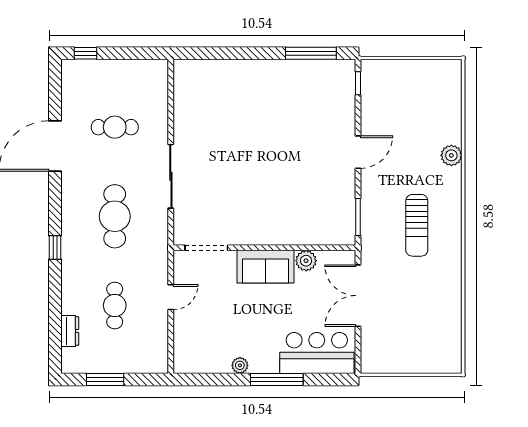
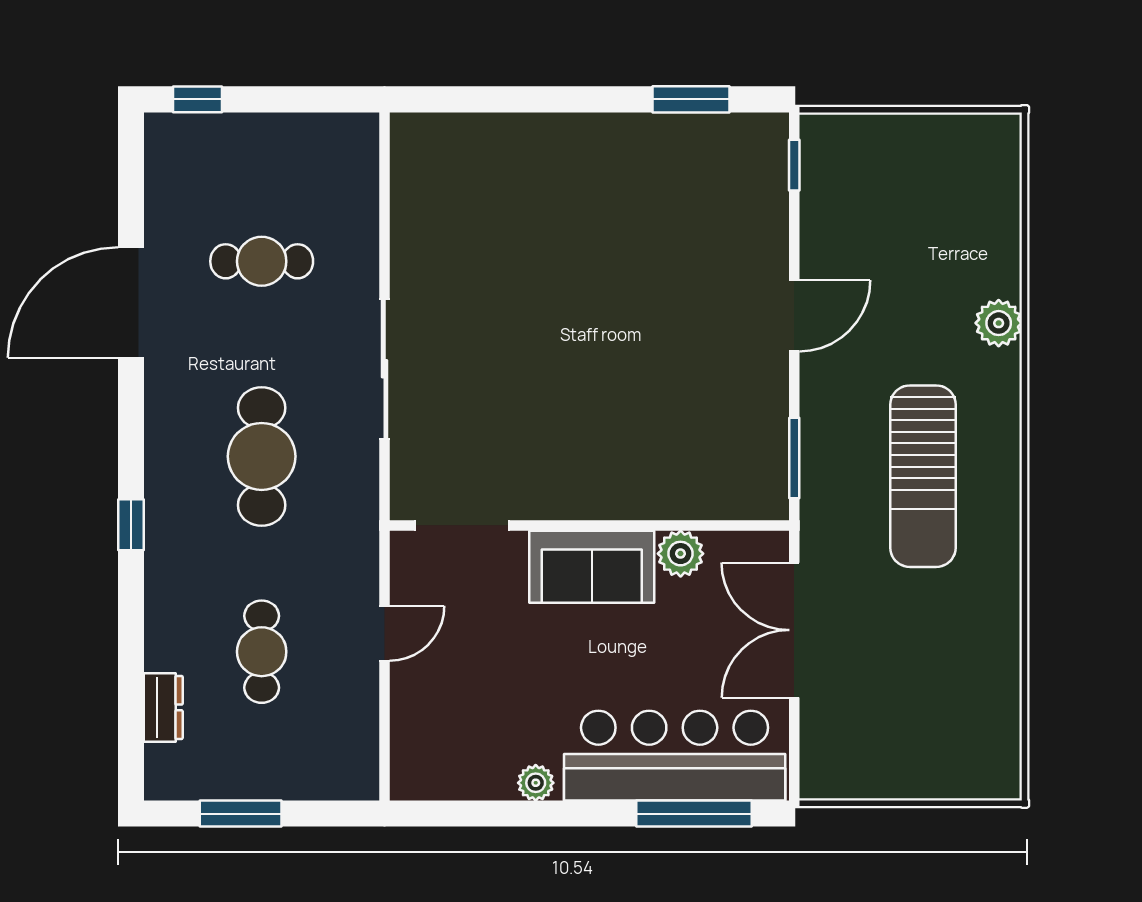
window: (311, 53) -> (691, 99), width x0.69
sun lounger: (417, 225) -> (923, 476), width x1.36, depth x1.34
bar counter: (317, 353) -> (675, 756), width x1.36
window: (277, 379) -> (694, 814), moved

